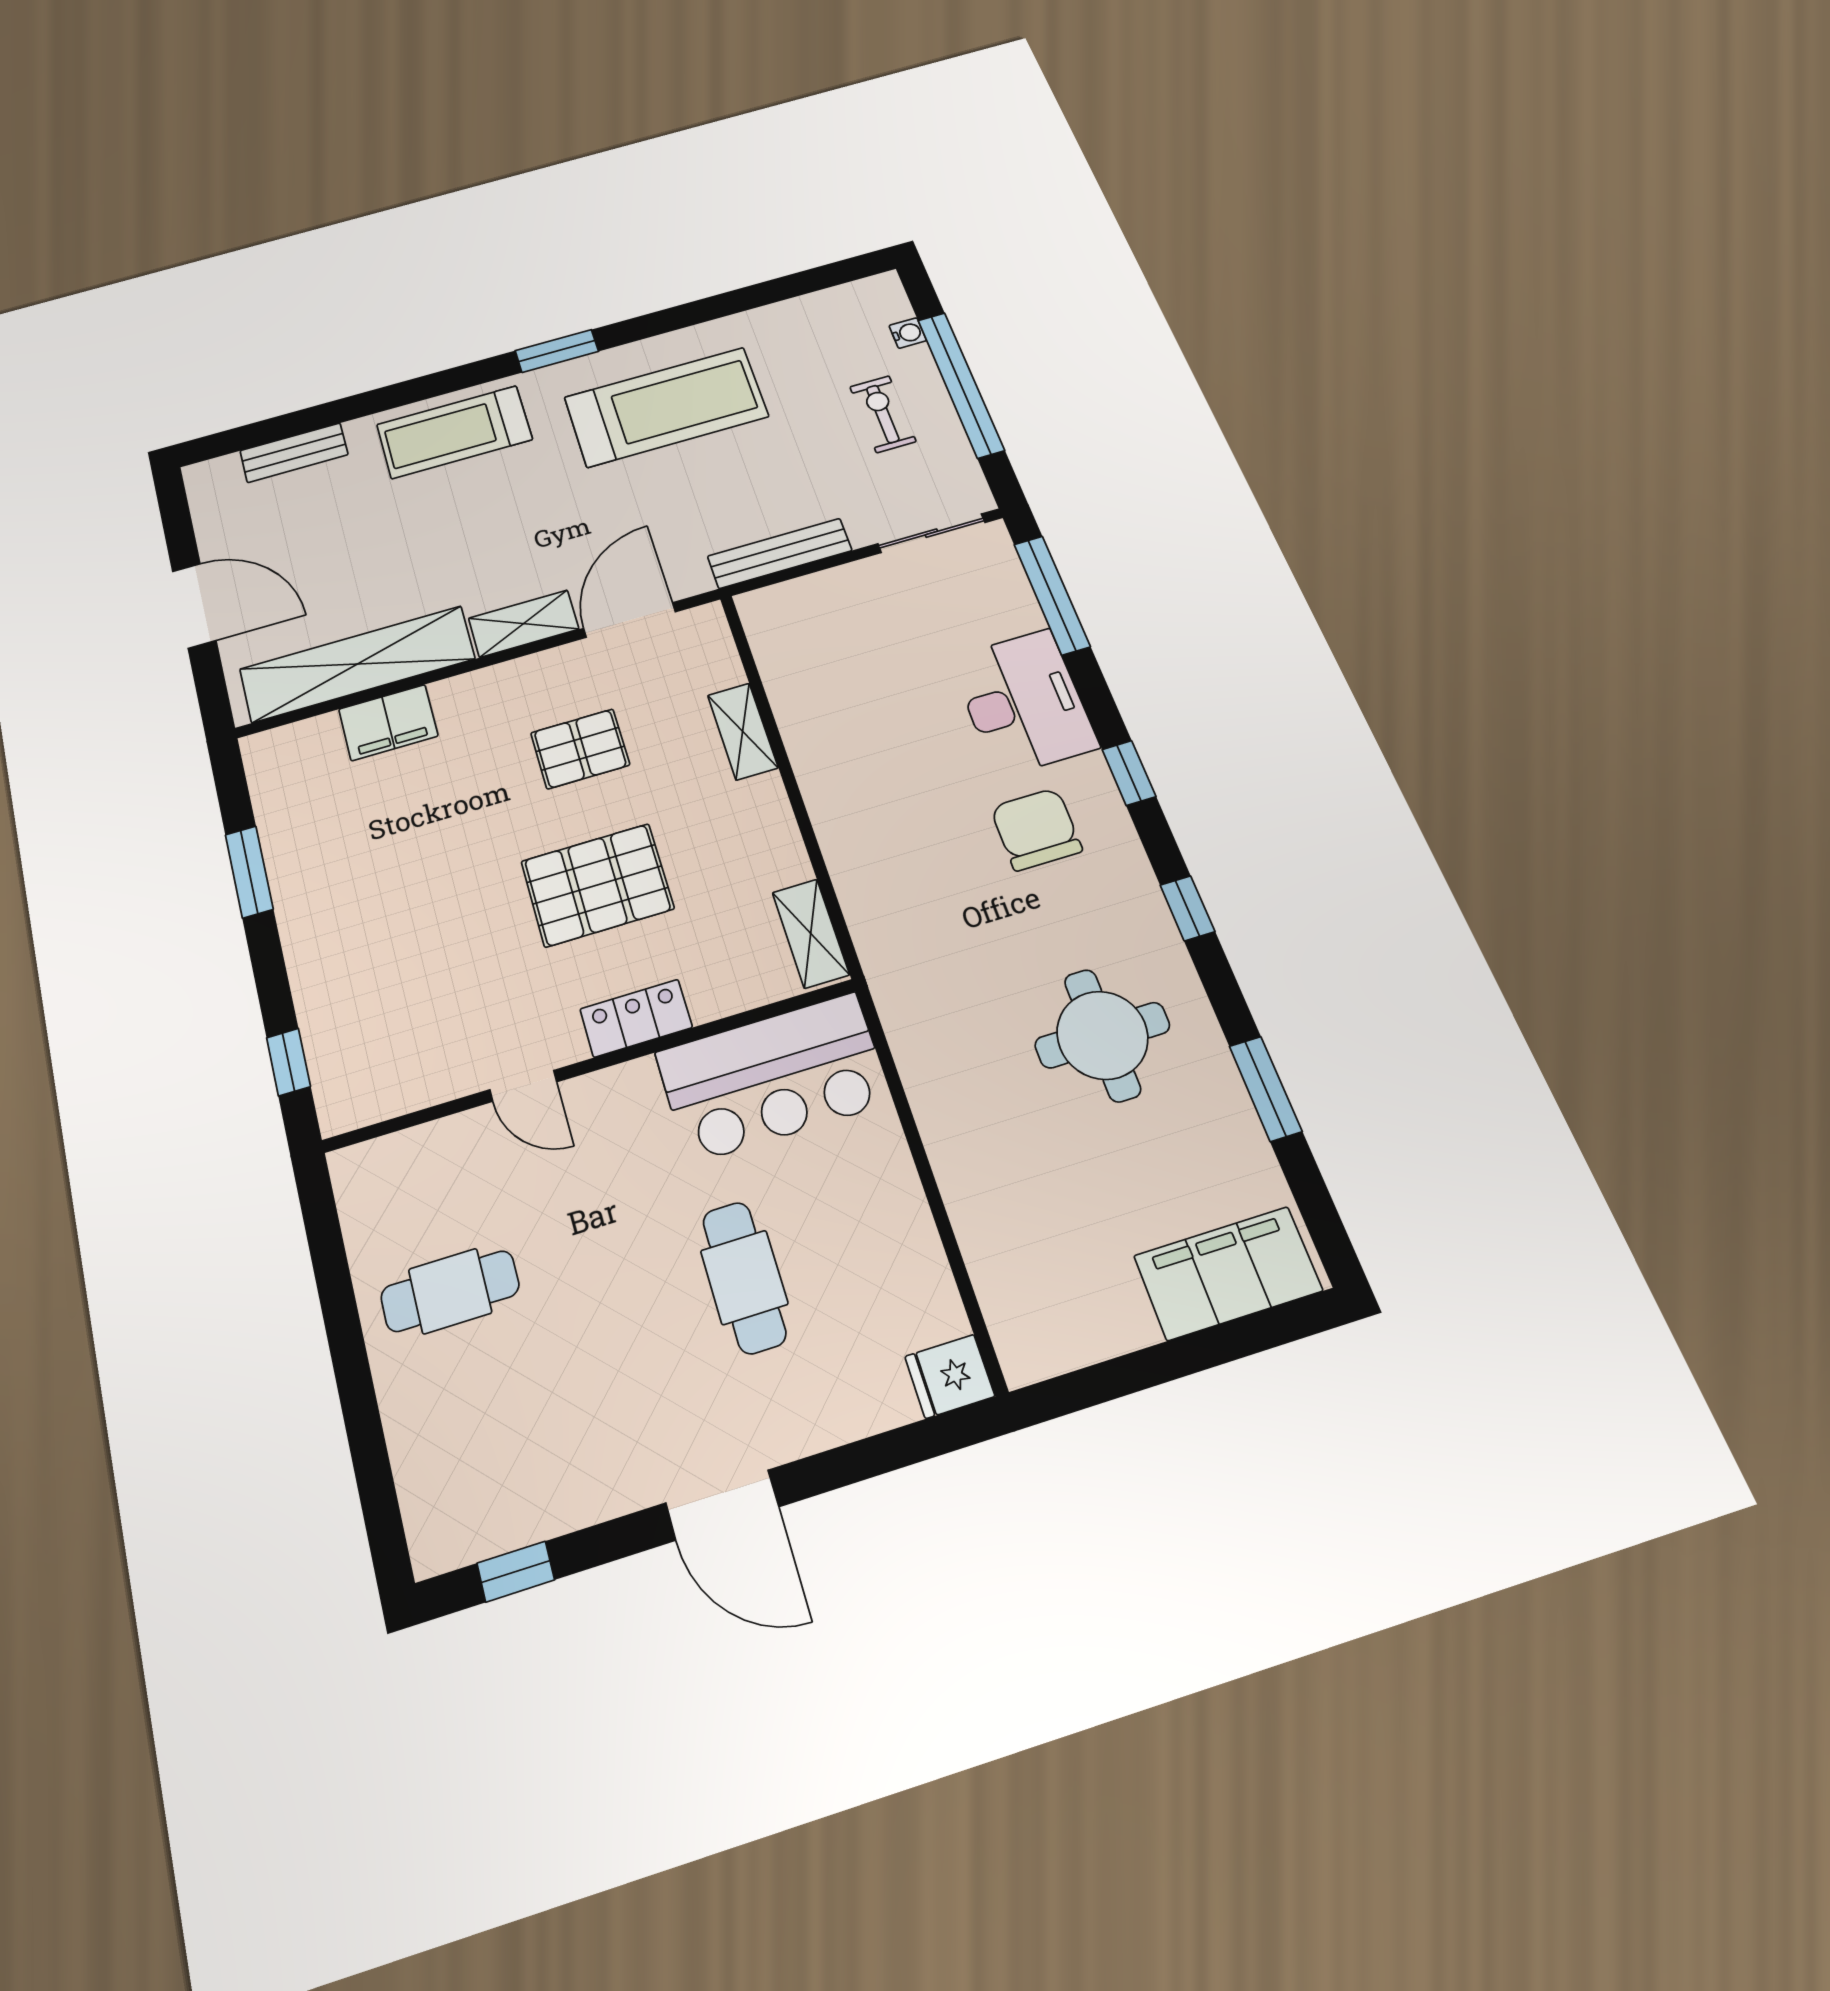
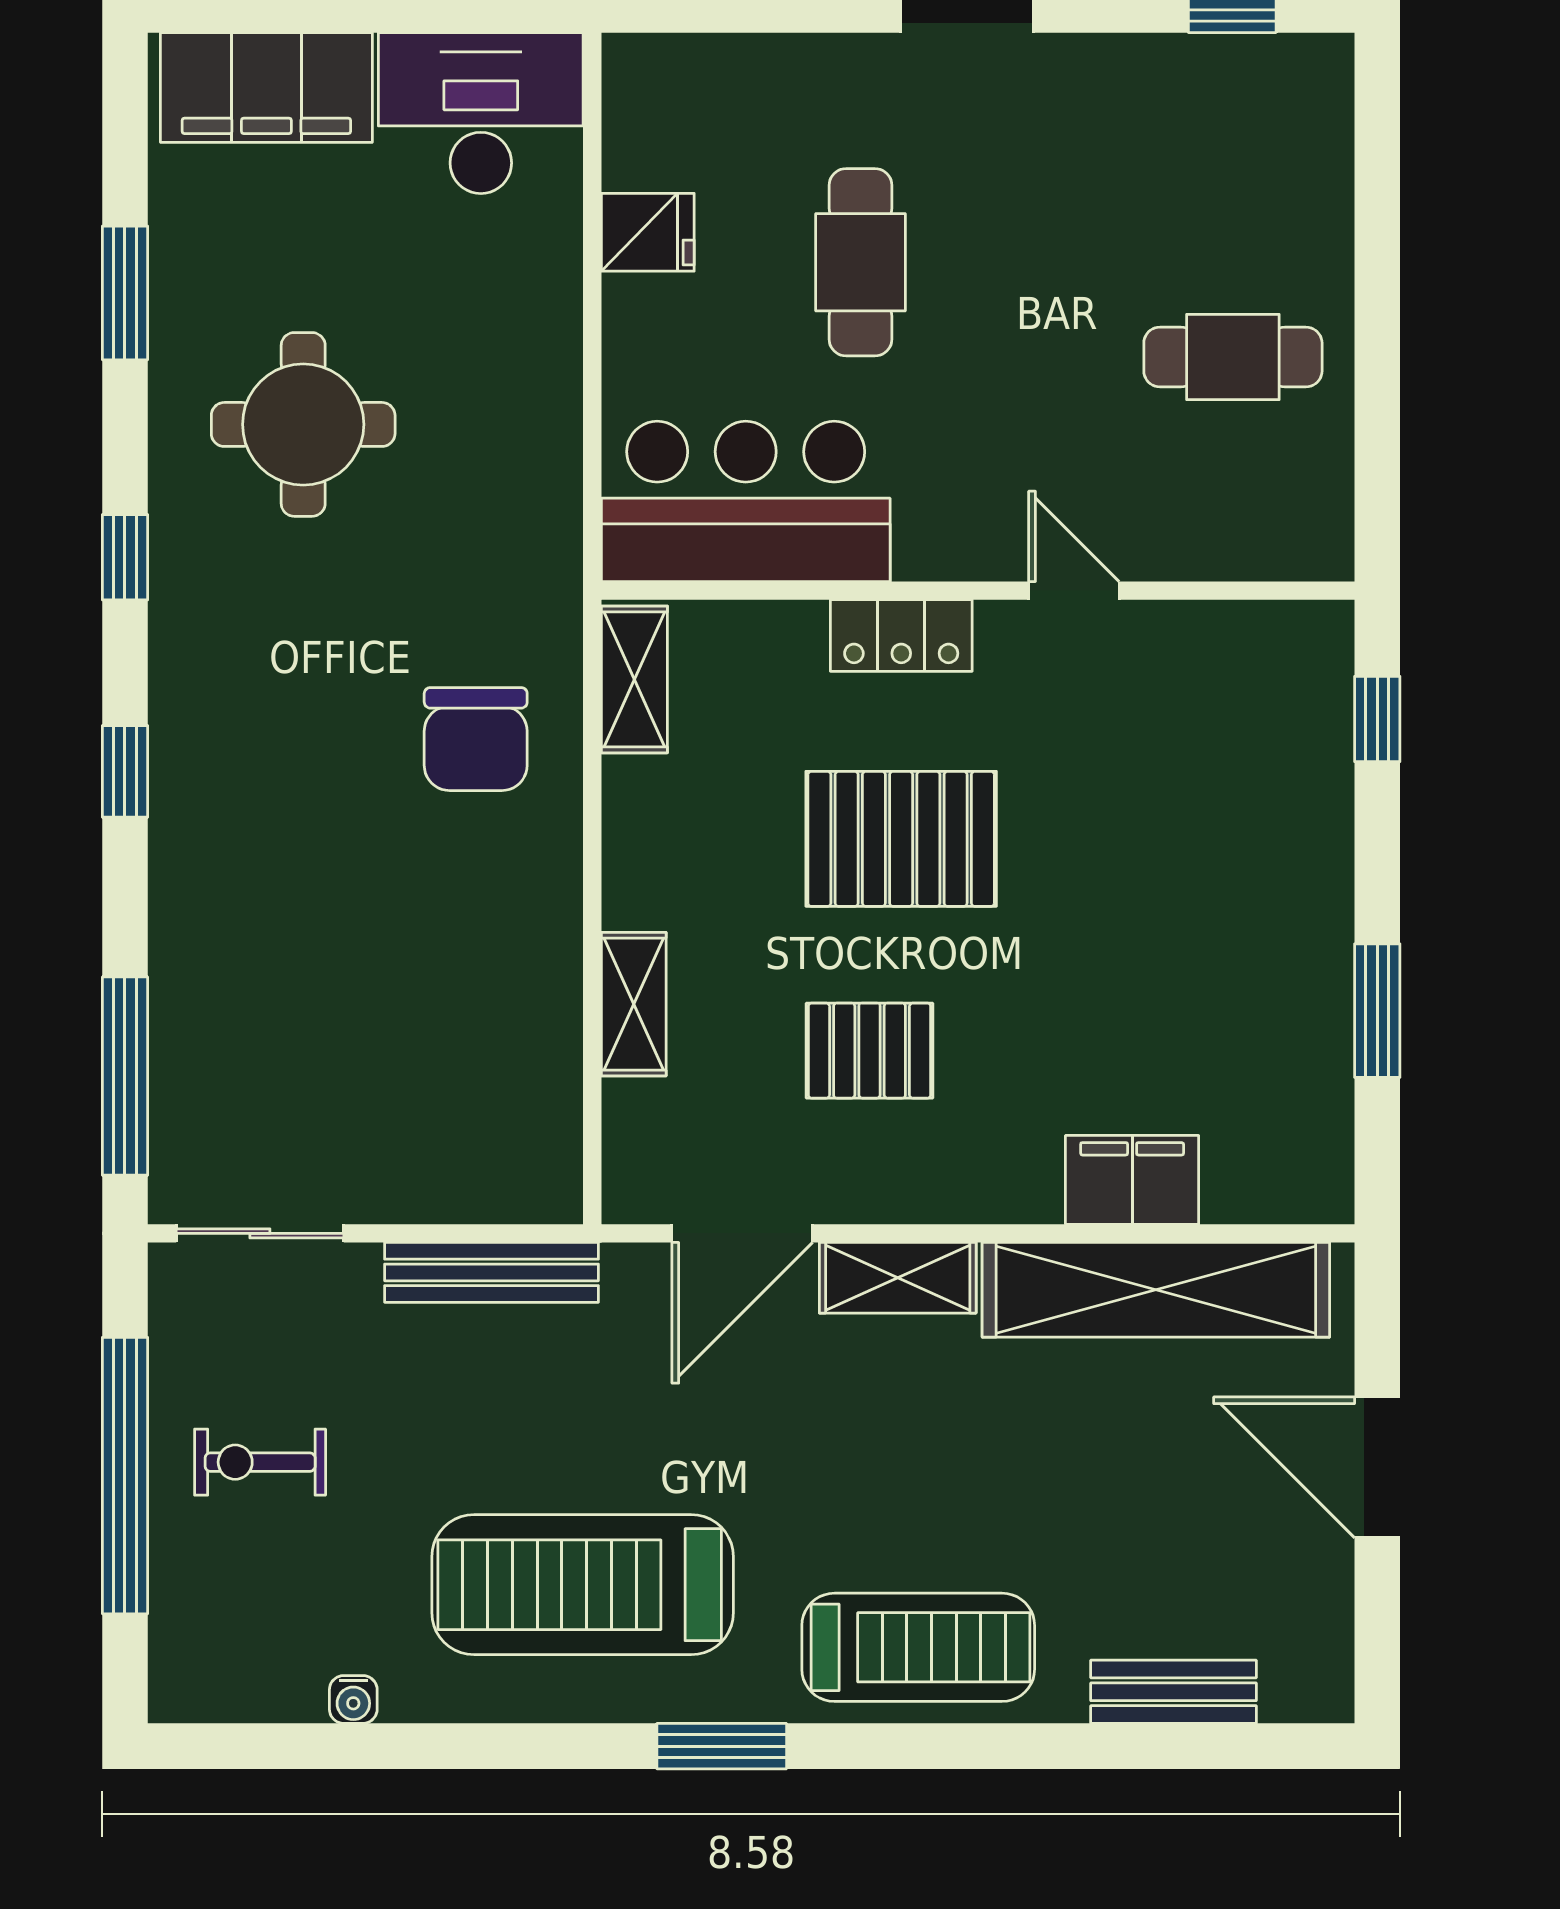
water cooler: (908, 333) -> (353, 1699), moved, turned -90
exercise bike: (883, 414) -> (260, 1462), turned 90
desk: (1023, 702) -> (481, 113), moved, turned 90
chair: (1036, 829) -> (476, 739), moved
fridge: (950, 1376) -> (648, 232), moved

